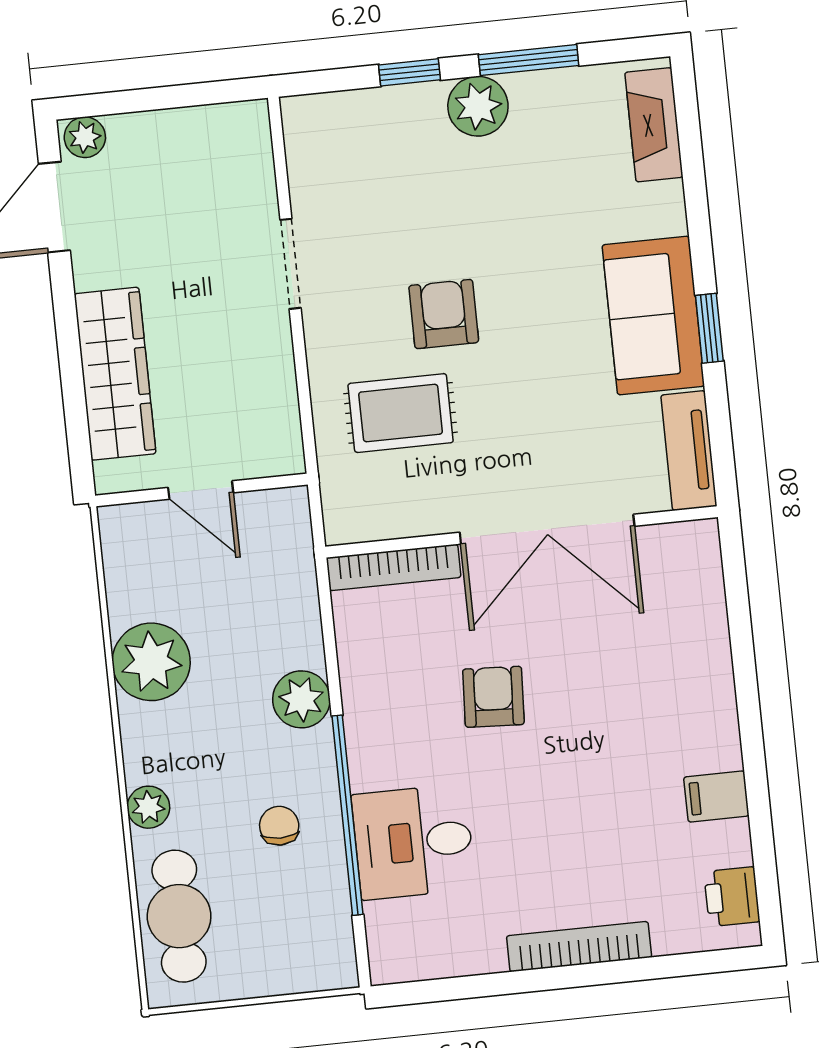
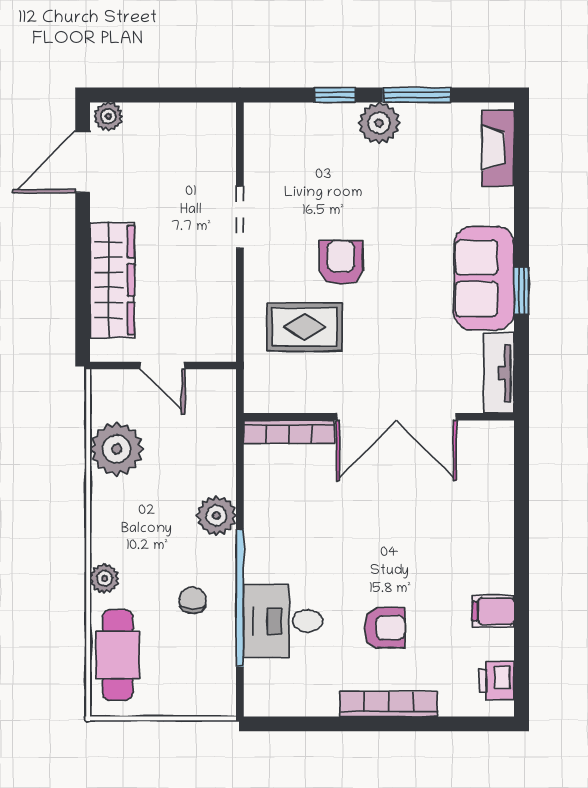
plant: (151, 662) -> (117, 449), moved
armchair: (493, 697) -> (385, 628), moved, turned 87

